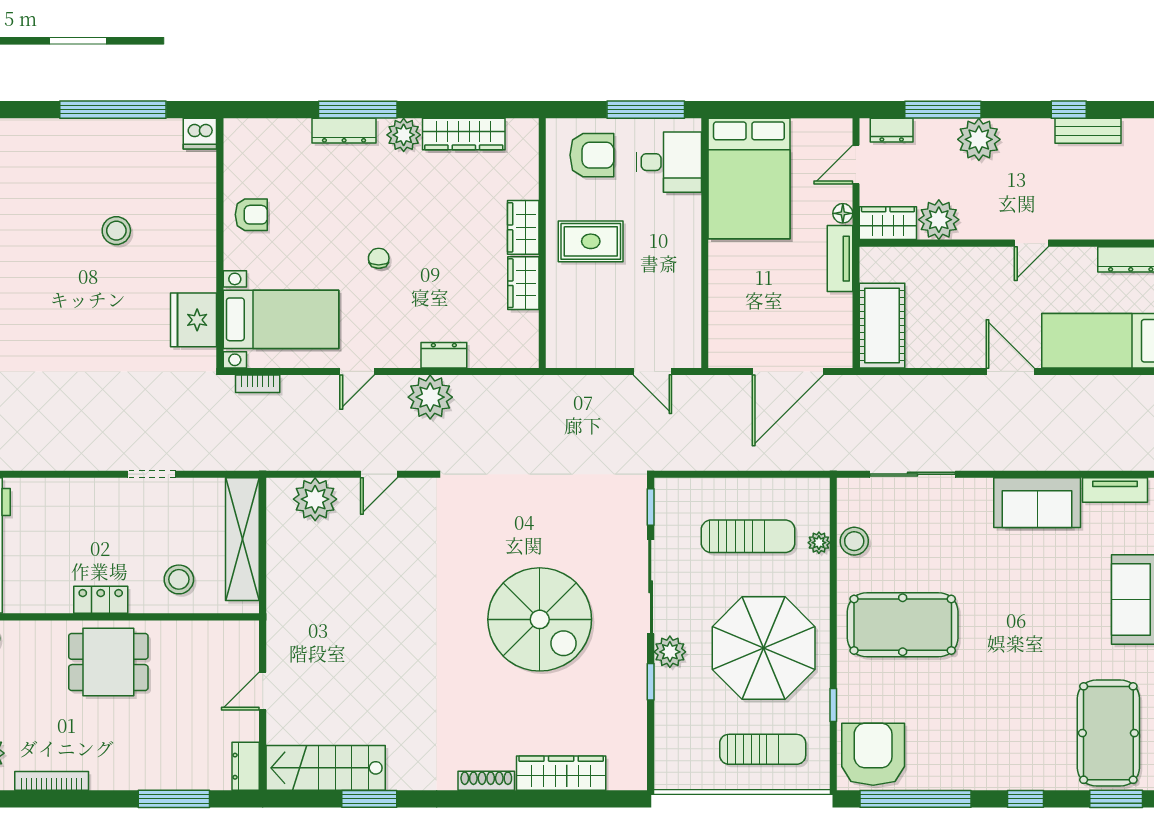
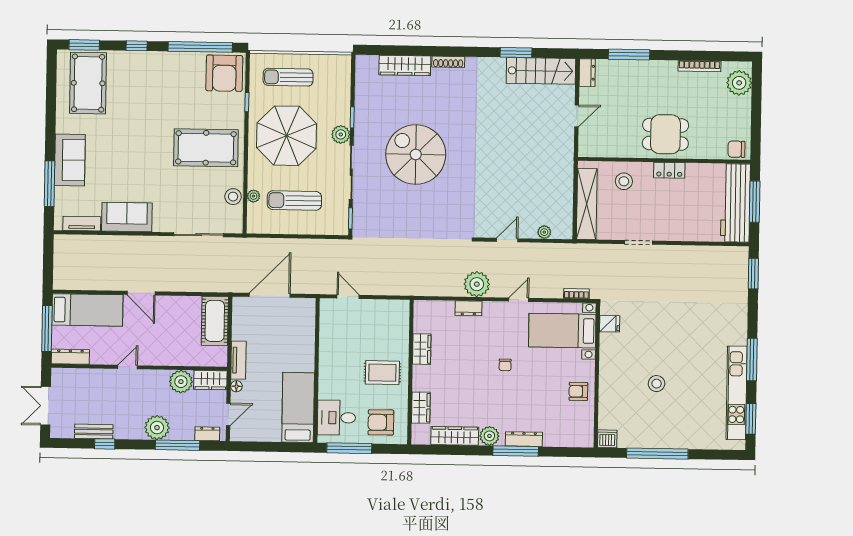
bed: (749, 179) -> (298, 407), width x0.67
wardrobe: (523, 227) -> (421, 408), moved
fridge: (194, 320) -> (610, 324), width x0.53, depth x0.75
plant: (315, 499) -> (544, 232), width x0.53, depth x0.53

